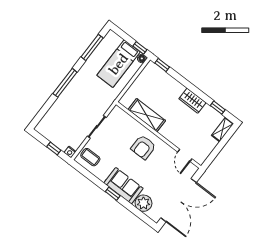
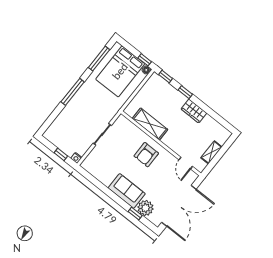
bed: (119, 64) -> (120, 71), width x1.50
window: (218, 108) -> (185, 92), moved
shelving: (222, 130) -> (211, 152), moved
coffee table: (90, 157) -> (96, 163), removed
window: (113, 194) -> (135, 213), moved

